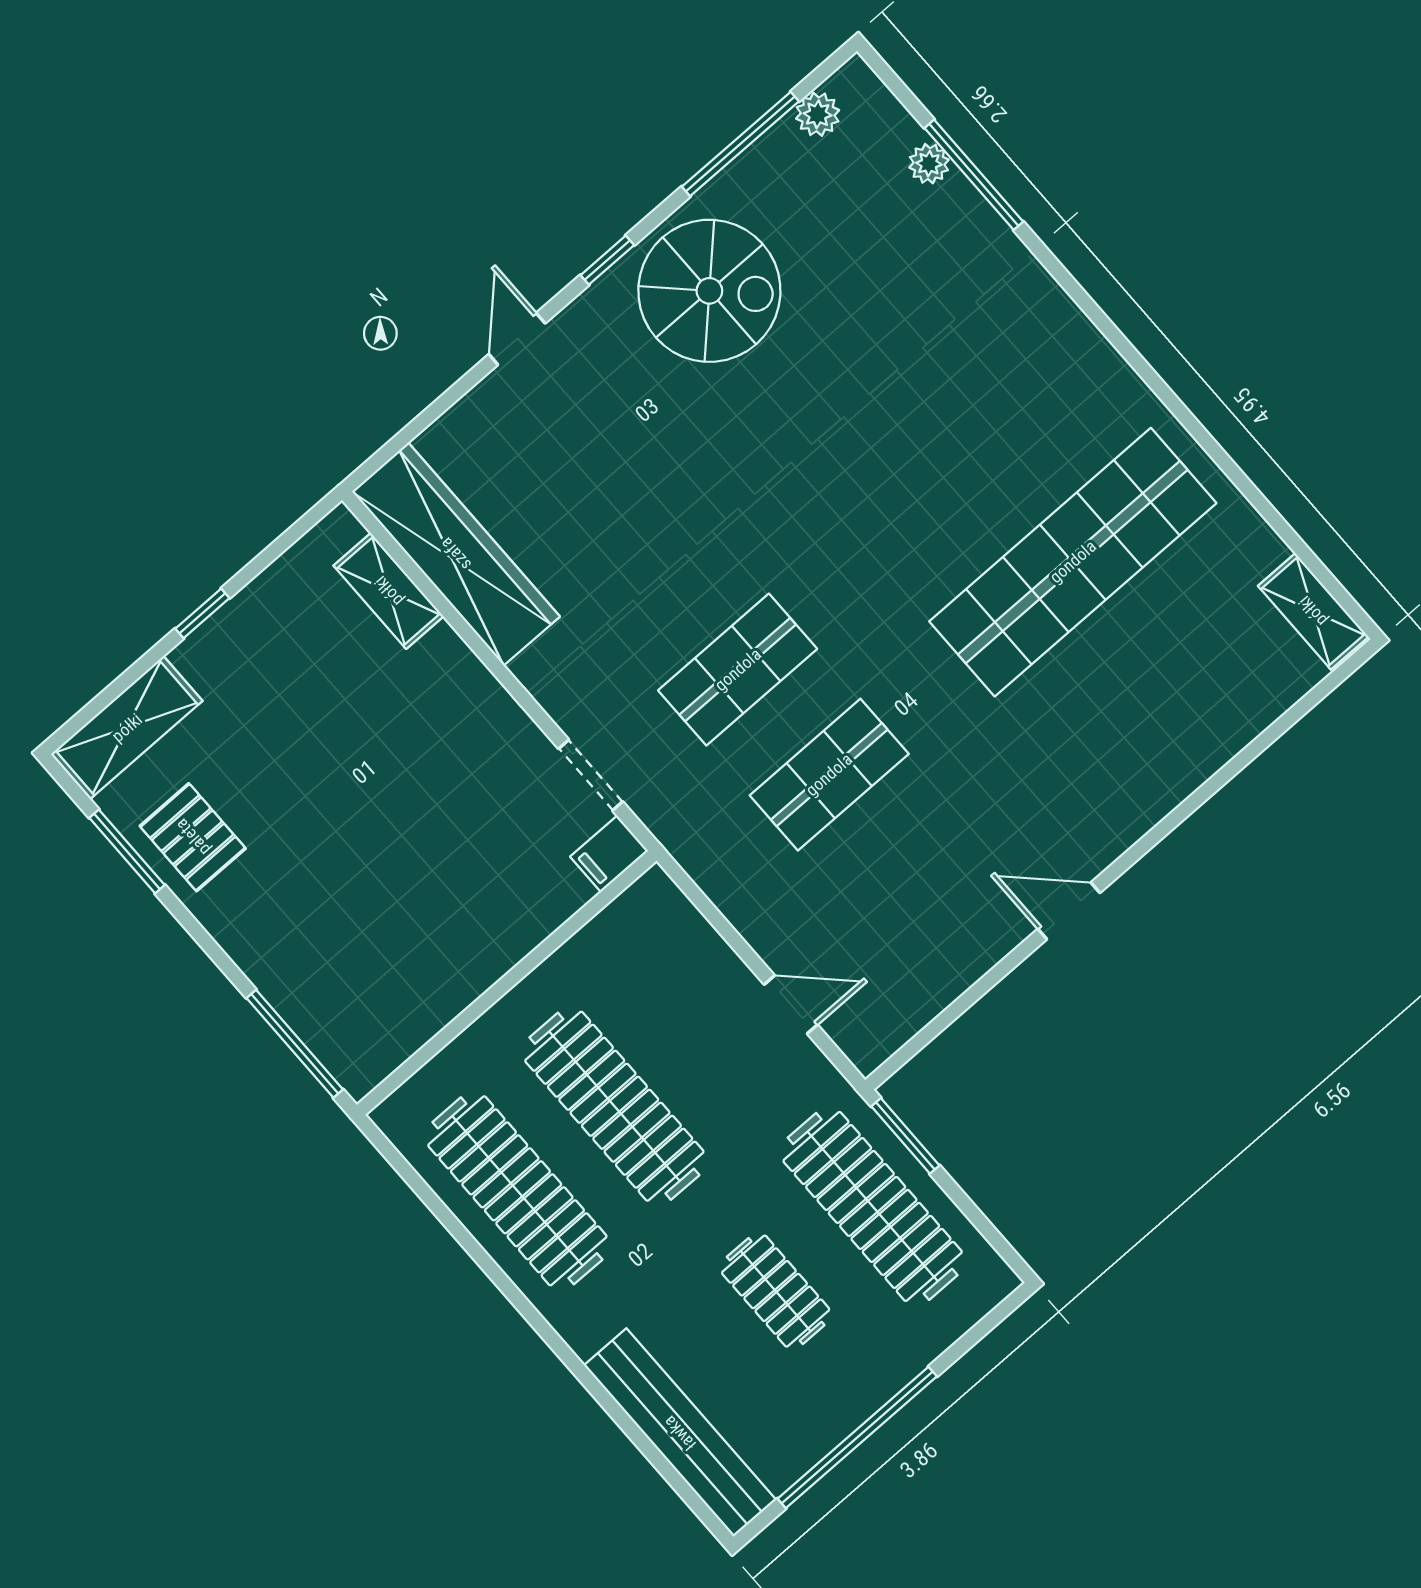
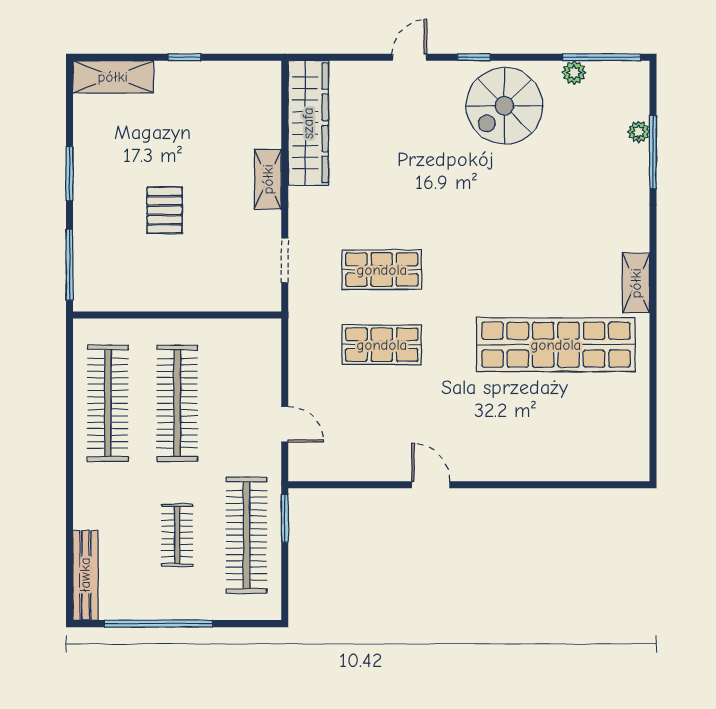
plant: (818, 114) -> (574, 72), moved
window: (740, 144) -> (602, 57), moved
spiral stairs: (709, 291) -> (504, 106), turned 90
shelving: (389, 591) -> (268, 179), moved
shelving: (1313, 611) -> (636, 283), moved
pallet: (193, 837) -> (165, 210), moved
window: (127, 851) -> (69, 174), moved
filing cabinet: (609, 854) -> (264, 299), removed
bench: (680, 1433) -> (85, 575), width x0.73, depth x0.82

